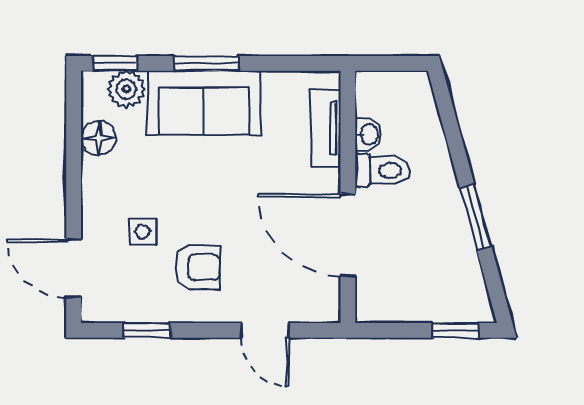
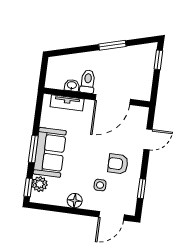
floor lamp: (98, 138) -> (75, 201), moved
armchair: (198, 267) -> (118, 164), turned -90

